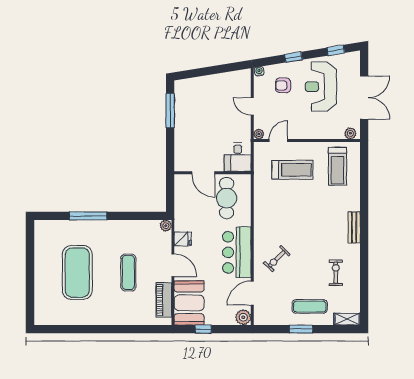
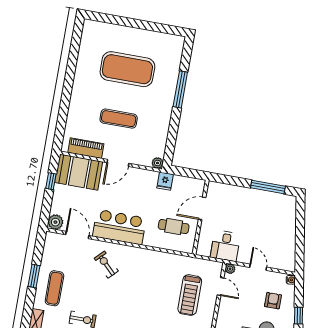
door: (252, 106) -> (258, 267), hinge flipped
desk: (238, 157) -> (225, 246), moved, turned -90
cafe table: (227, 198) -> (174, 227), width x0.73, depth x0.74
fridge: (183, 239) -> (165, 181), moved

